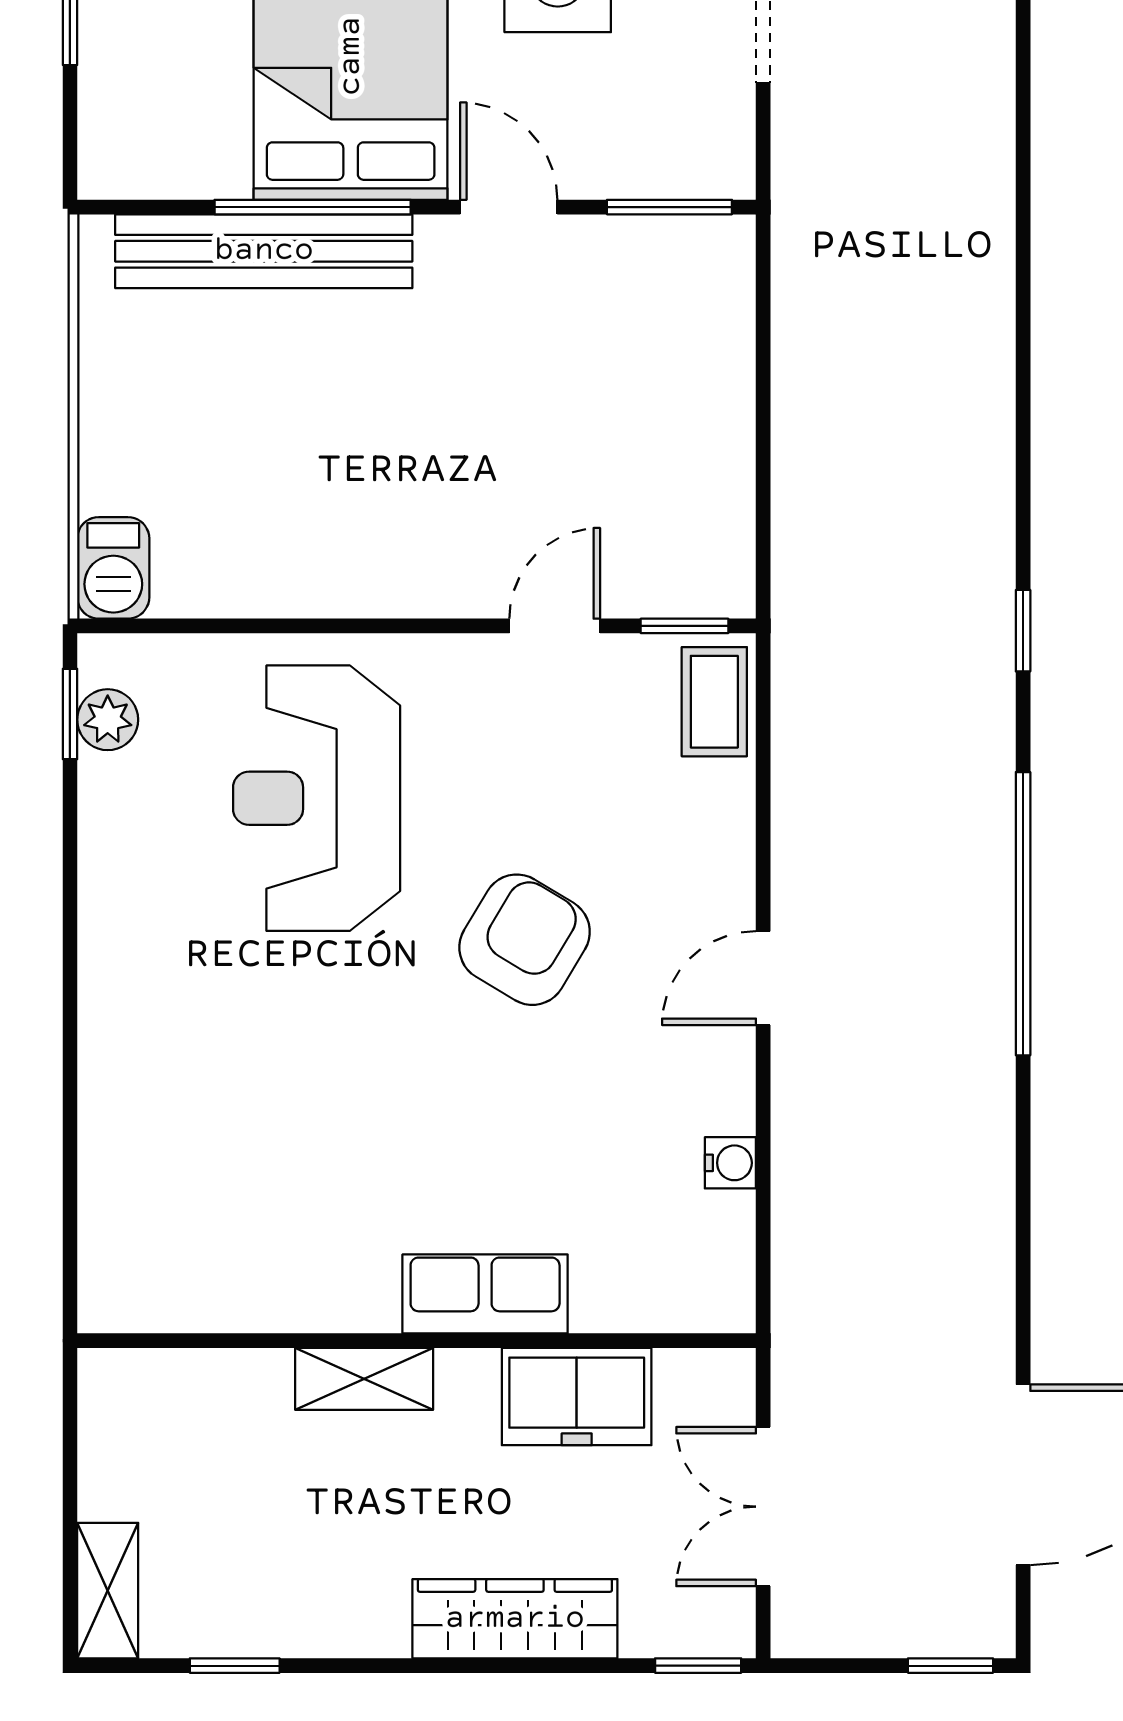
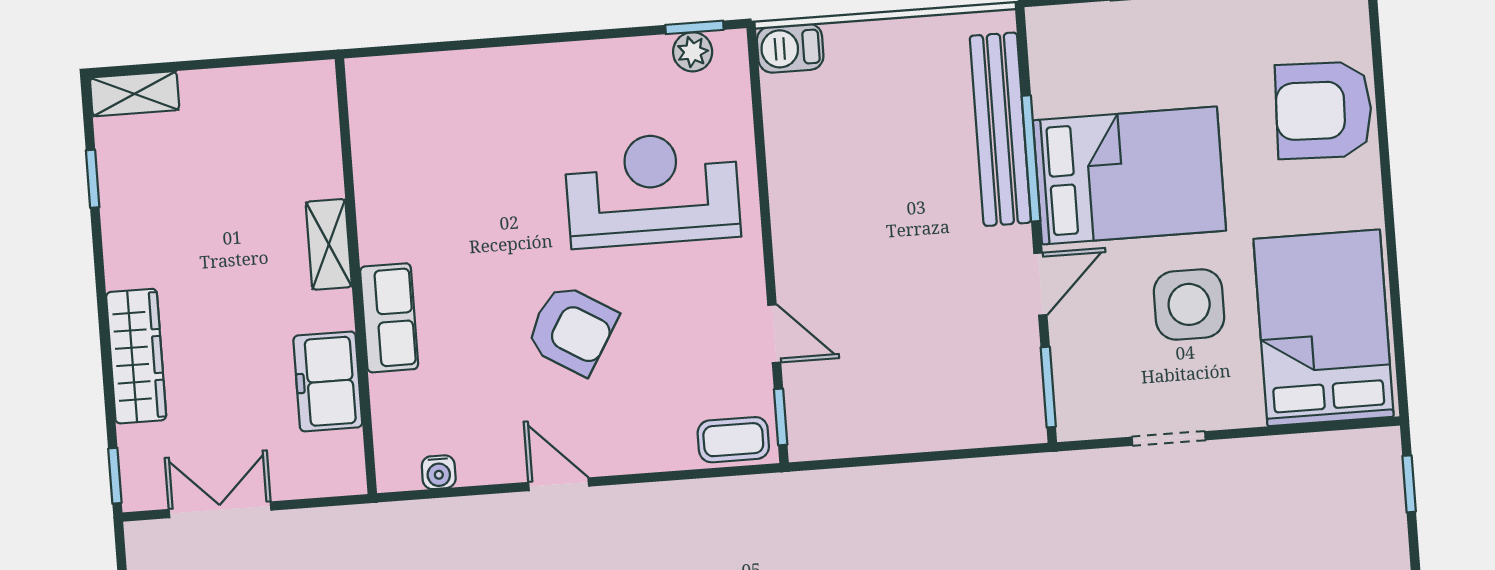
row of seats: (485, 1294) -> (389, 318), moved
wall: (417, 1341) -> (356, 276), moved
shelving: (364, 1379) -> (329, 244), moved
freezer: (577, 1397) -> (328, 381), moved

